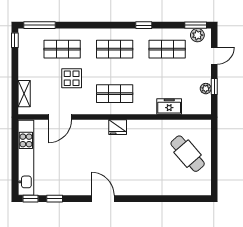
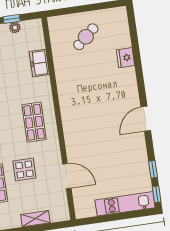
shelving: (24, 94) -> (35, 219), moved
fridge: (118, 127) -> (126, 58), moved, turned 180
cafe table: (188, 154) -> (86, 37), width x0.73, depth x0.74
kitchen unit: (26, 158) -> (125, 204), width x0.73

